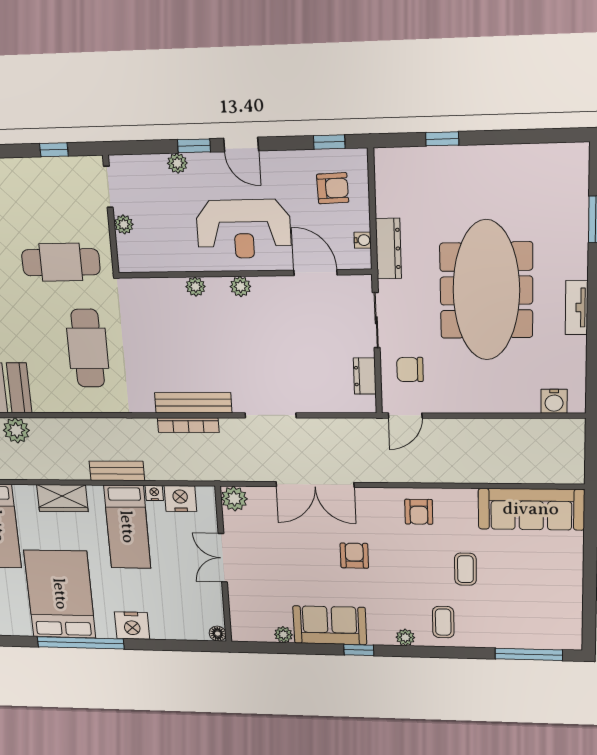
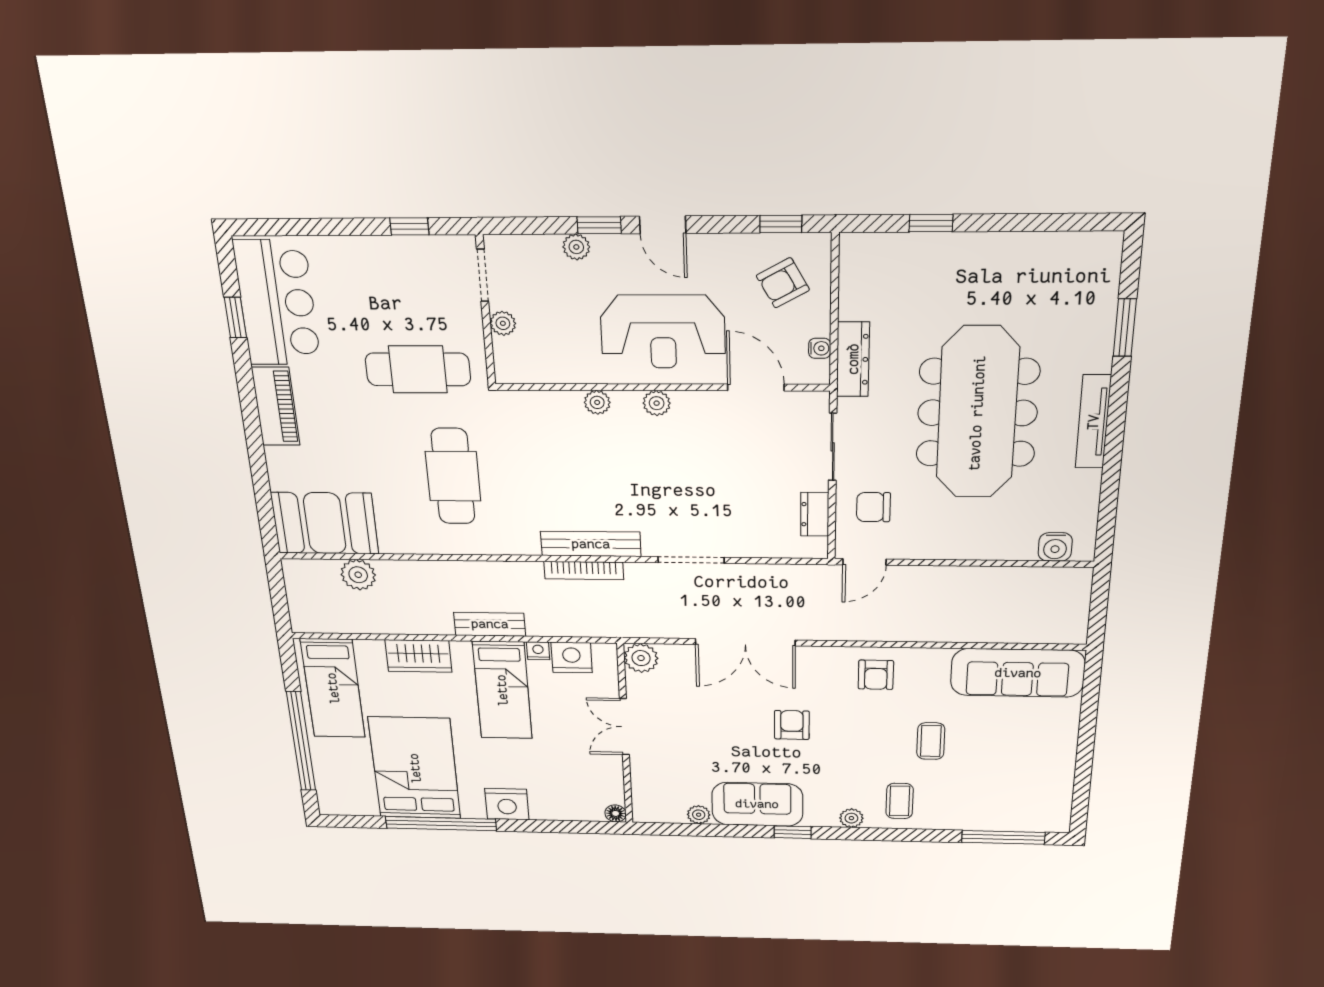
armchair: (333, 188) -> (783, 283), turned 153
tv unit: (577, 308) -> (1093, 422), width x1.41

